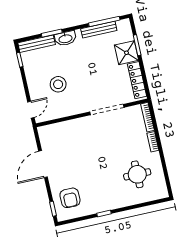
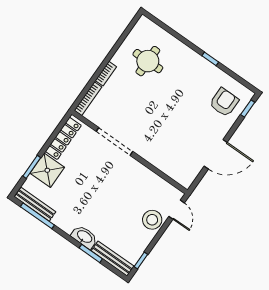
bench: (99, 30) -> (35, 204), moved
stool: (58, 84) -> (152, 220), moved
door: (31, 110) -> (177, 210), swing flipped

